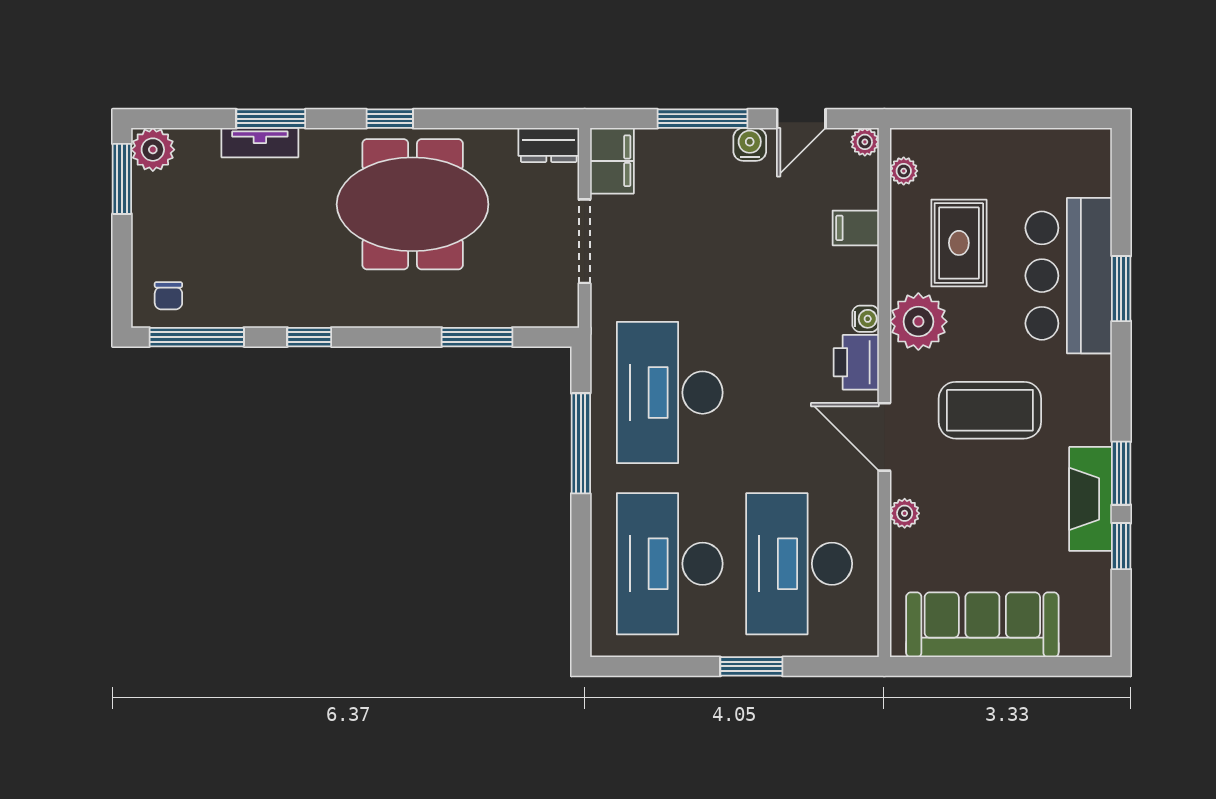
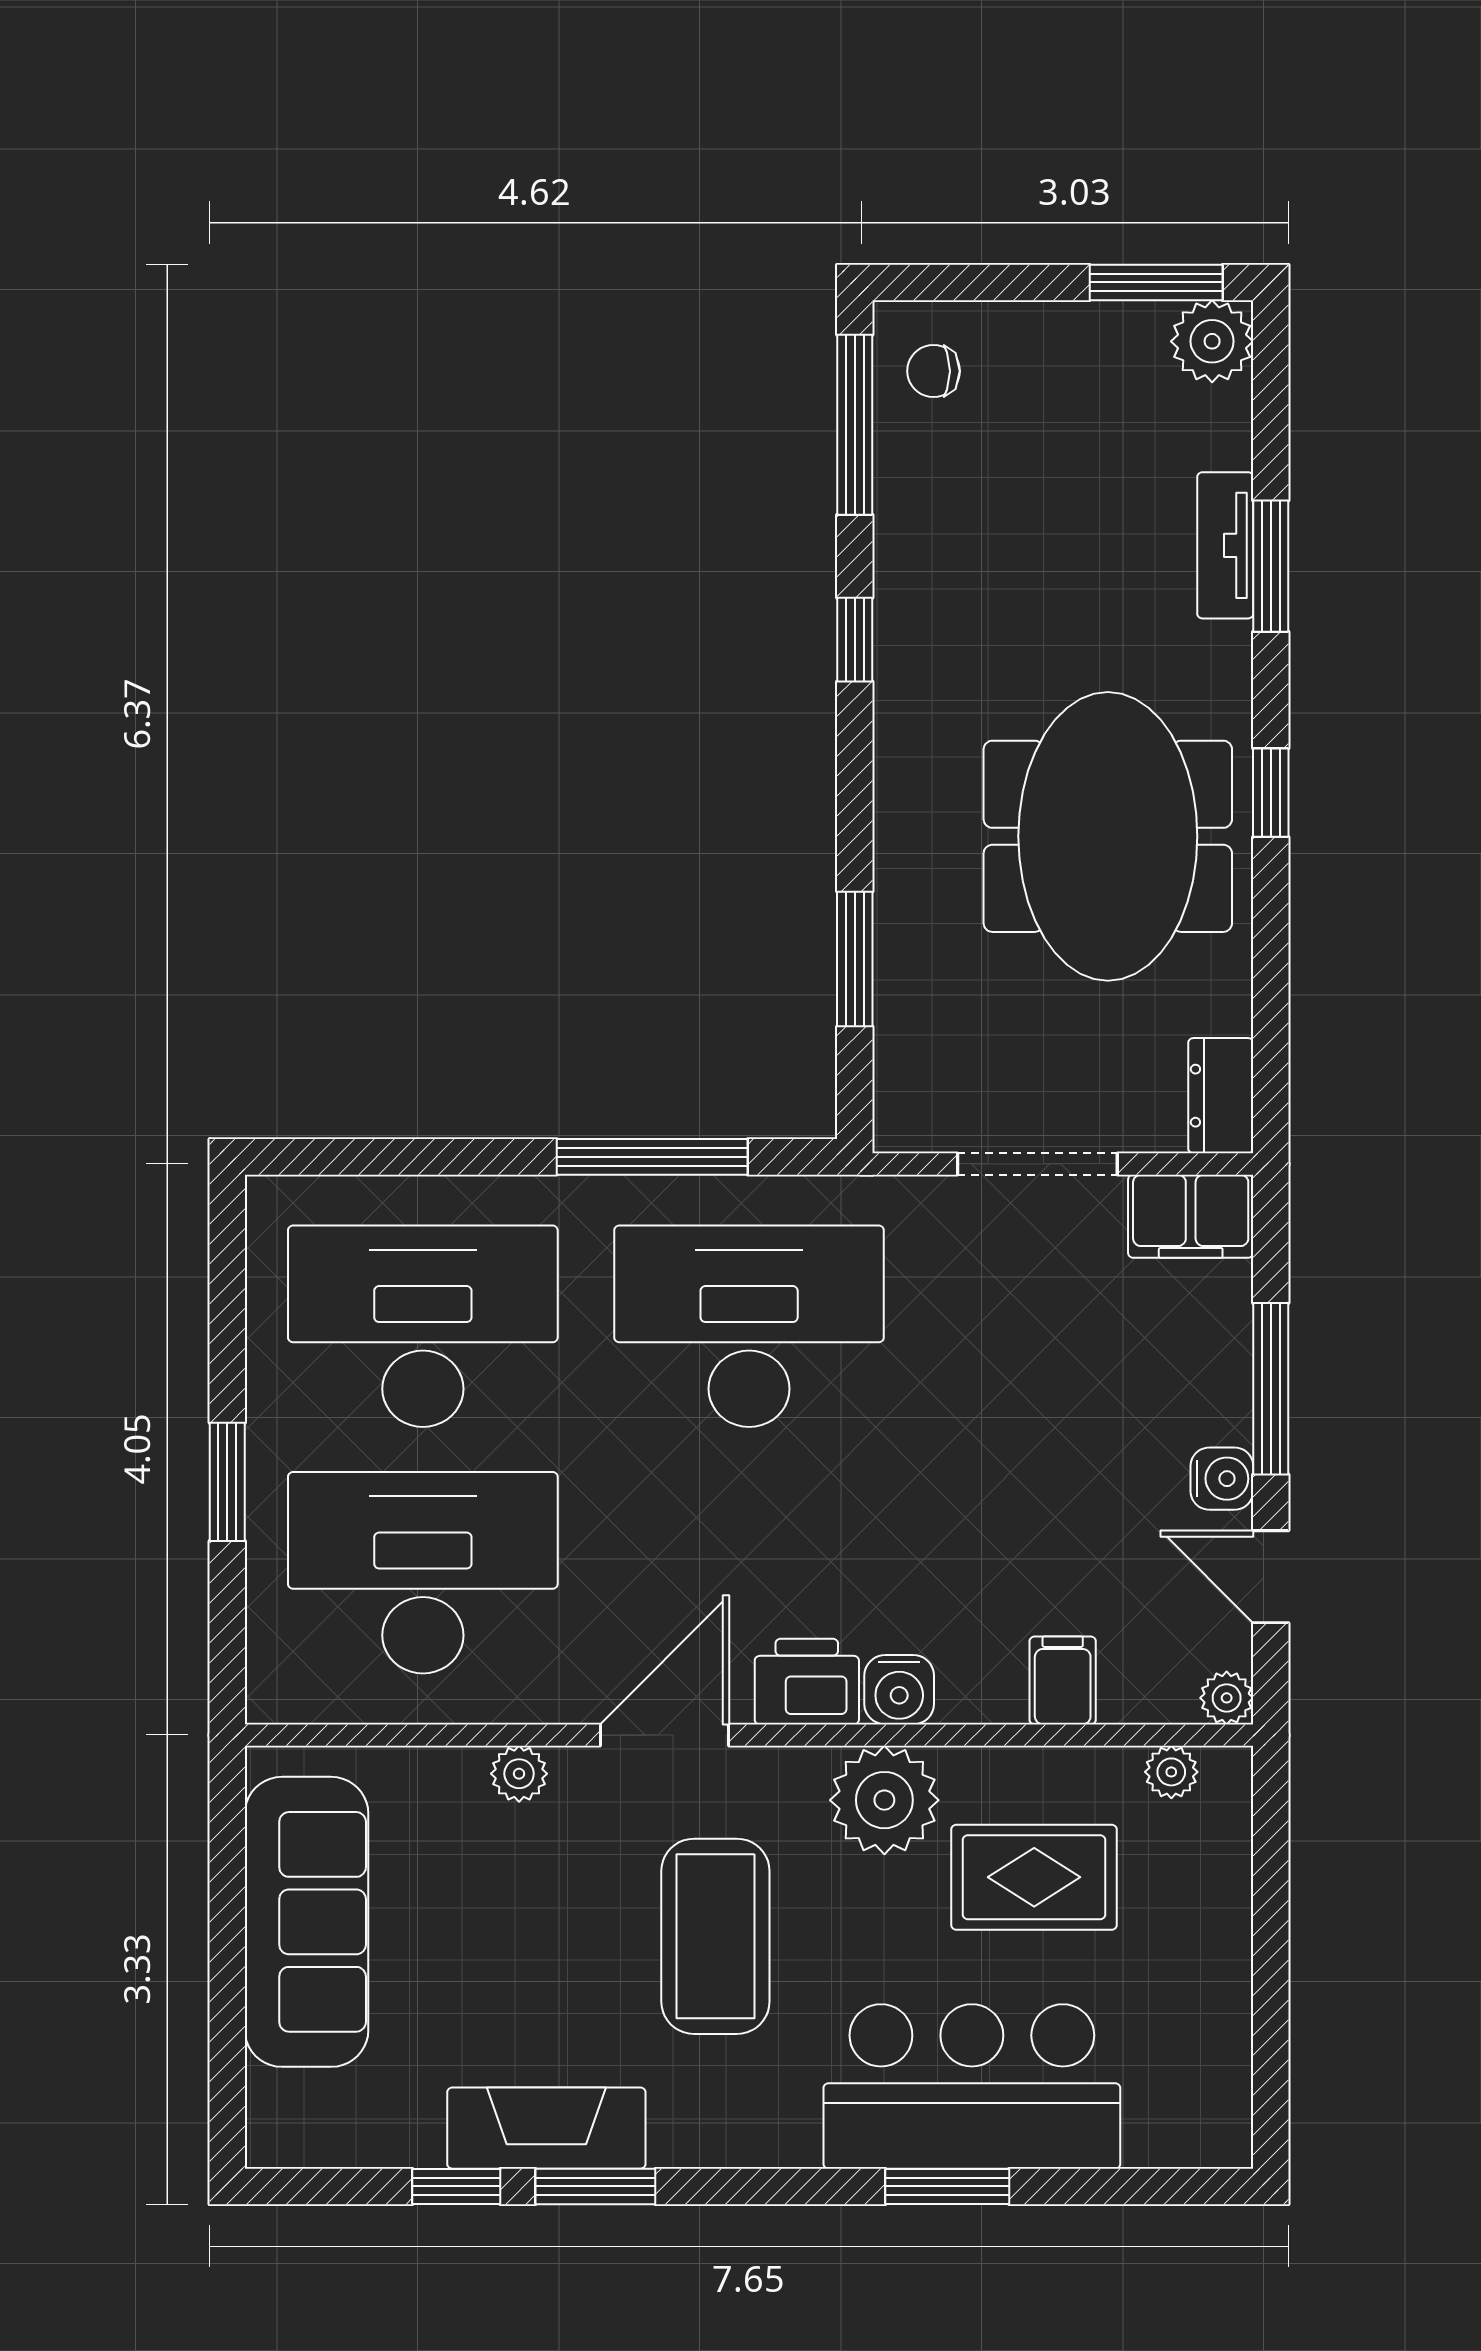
water cooler: (866, 319) -> (899, 1690), width x1.38, depth x1.38

